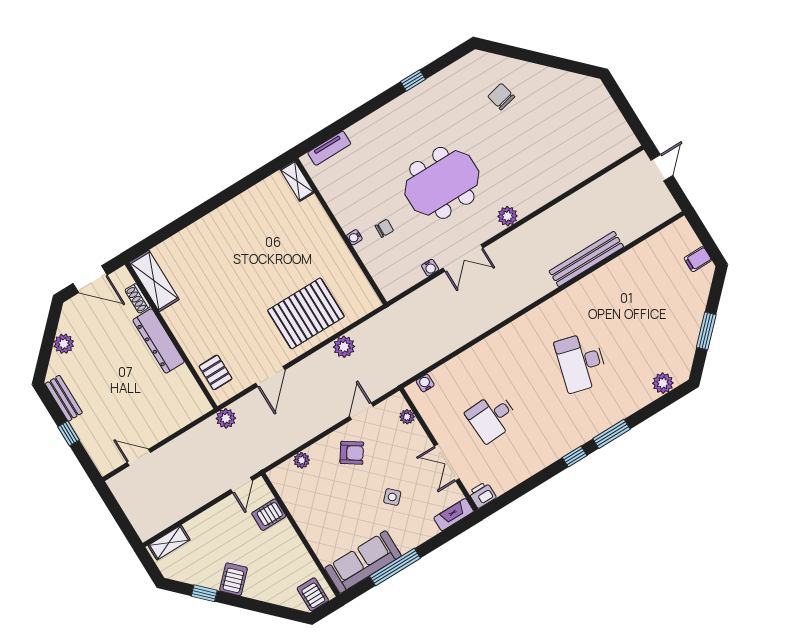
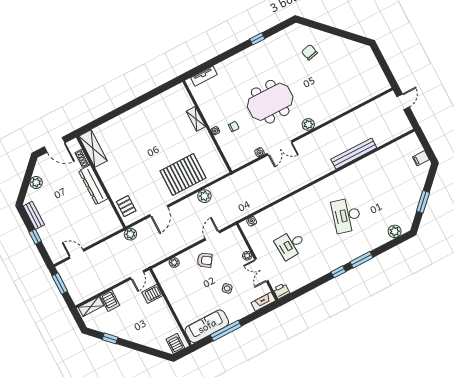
shelving: (297, 181) -> (196, 119), moved
plant: (407, 417) -> (247, 256), moved
window: (115, 508) -> (60, 284), added
server rack: (234, 579) -> (110, 301), moved, turned 135

